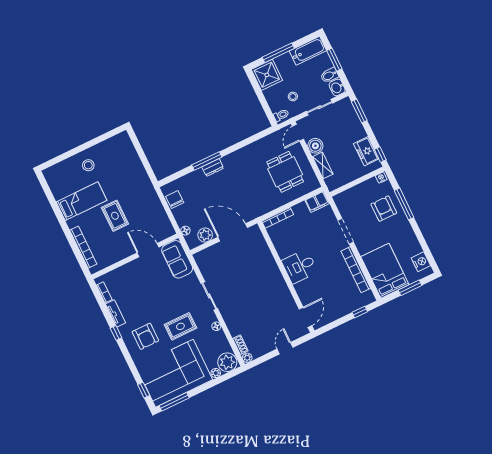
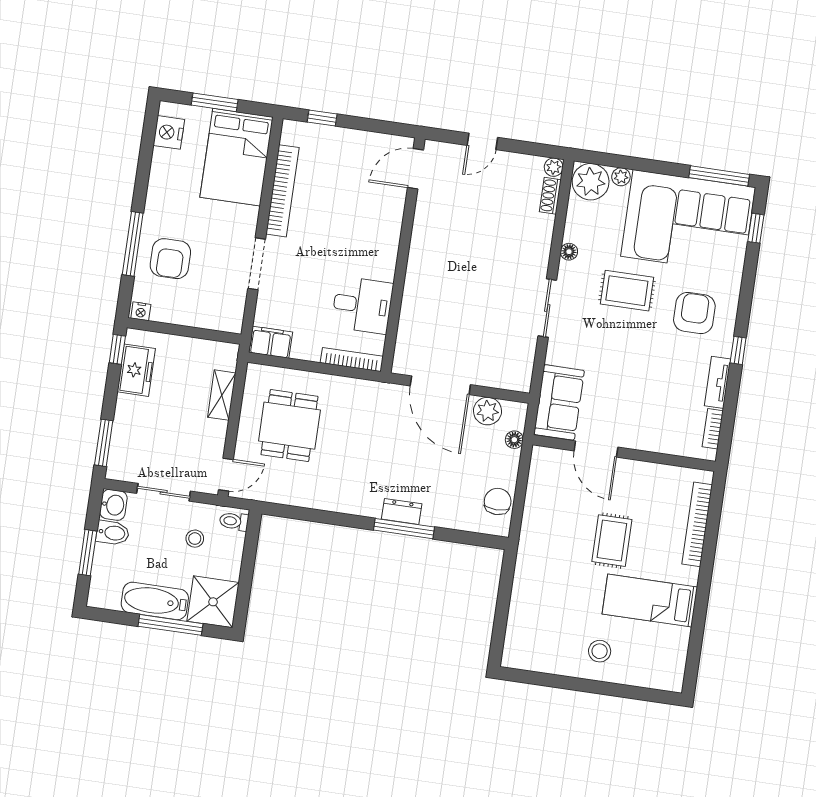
bathtub: (308, 51) -> (155, 601), moved
boiler: (315, 146) -> (212, 435), removed
chair: (175, 199) -> (498, 501), turned 180
desk: (300, 266) -> (362, 305), moved

